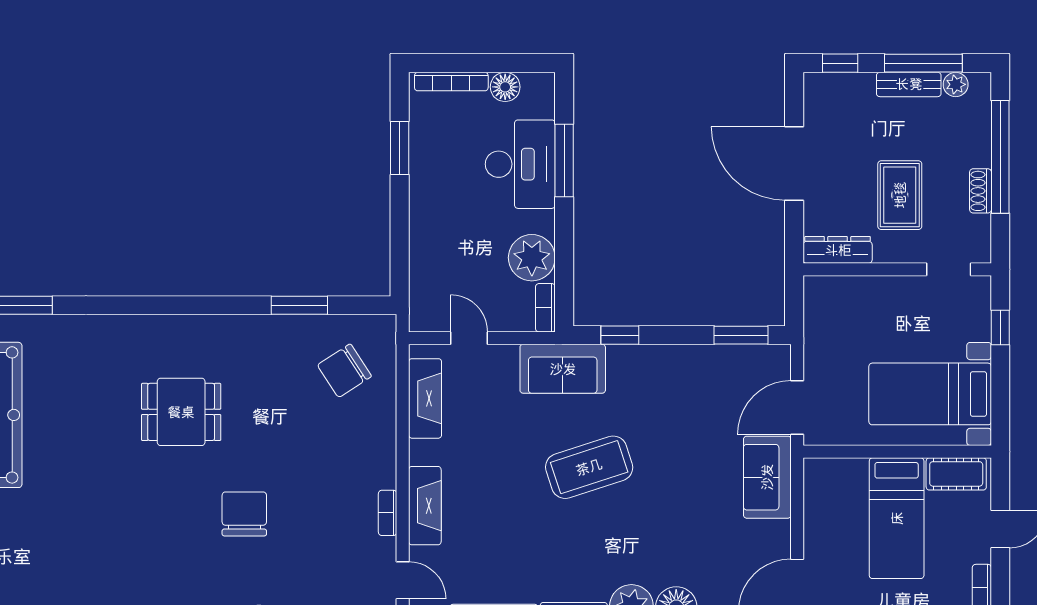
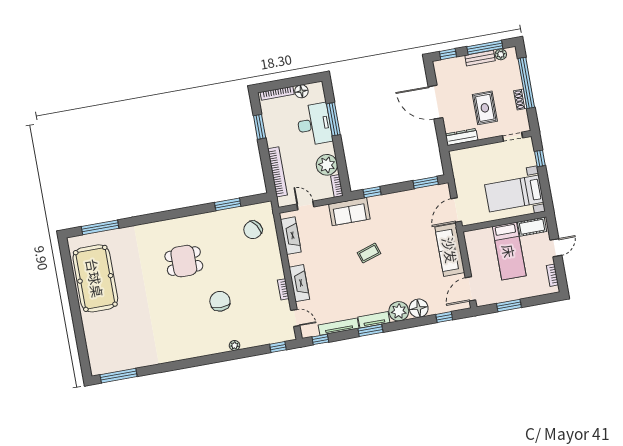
bookcase: (421, 254) -> (277, 172), added
coffee table: (589, 467) -> (369, 253), width x0.54, depth x0.58
sofa: (767, 477) -> (450, 250), width x1.36

